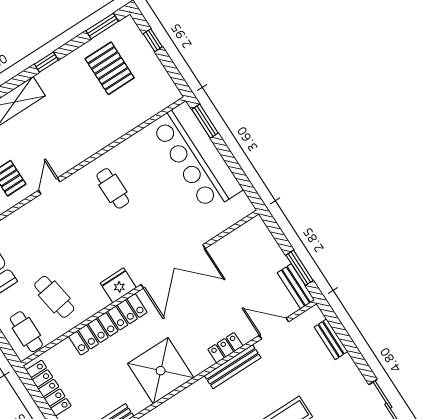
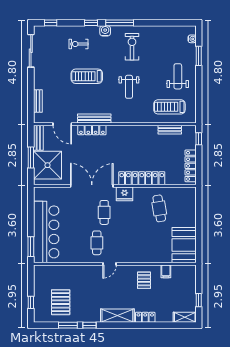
window: (102, 26) -> (68, 325), moved
door: (49, 186) -> (110, 264), moved
window: (299, 268) -> (31, 158), moved
cafe table: (26, 332) -> (104, 212), moved
locker: (225, 348) -> (92, 130), width x1.53
shower: (161, 371) -> (47, 165), moved

